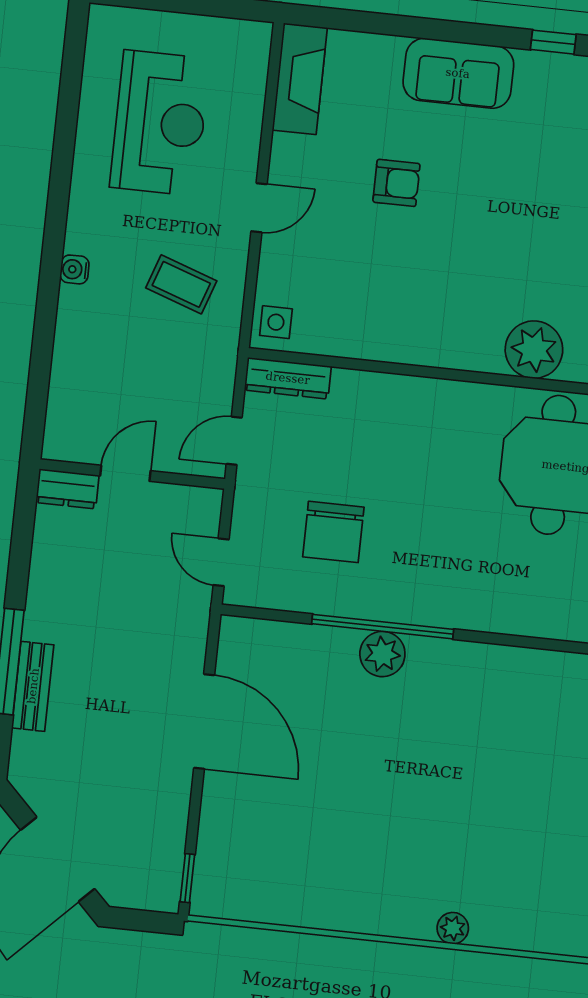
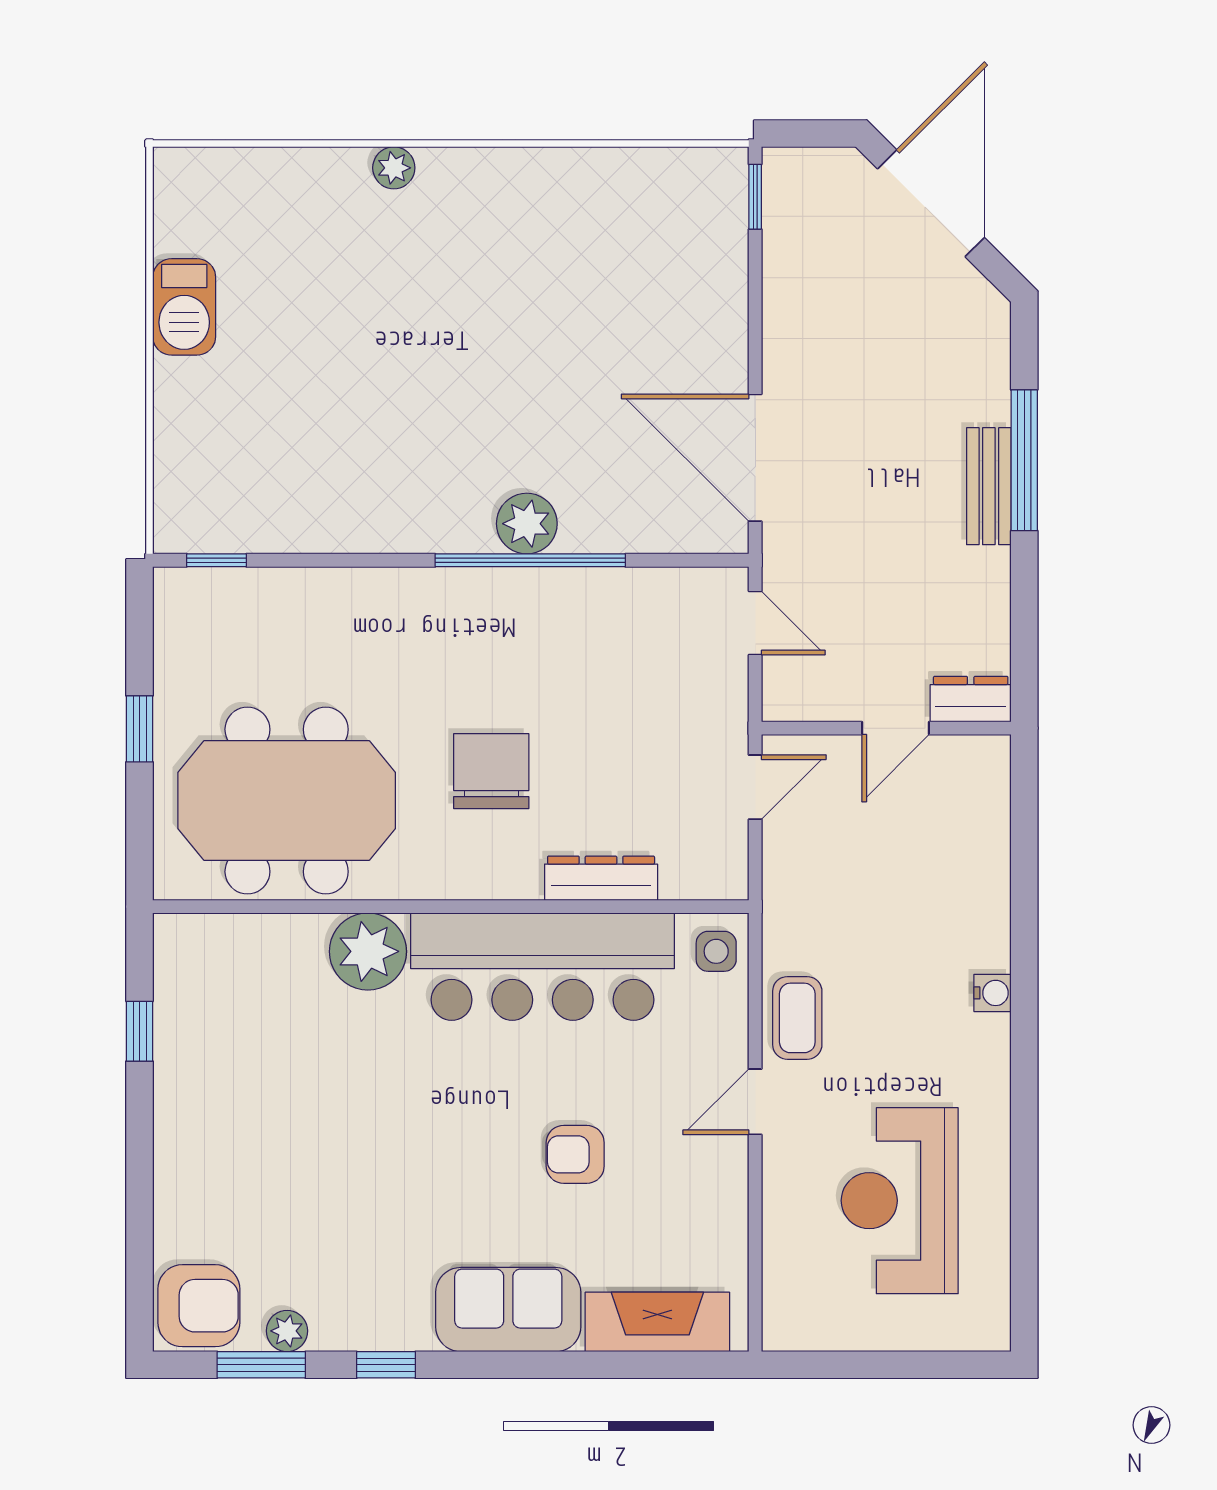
fireplace: (300, 79) -> (657, 1322), moved, turned 90
coffee table: (181, 284) -> (797, 1018), moved, turned 71
bar counter: (406, 325) -> (543, 967), added
dresser: (288, 378) -> (601, 878), moved
chair: (333, 532) -> (491, 771), moved
bench: (33, 686) -> (989, 486), moved
door: (204, 722) -> (755, 458), moved

